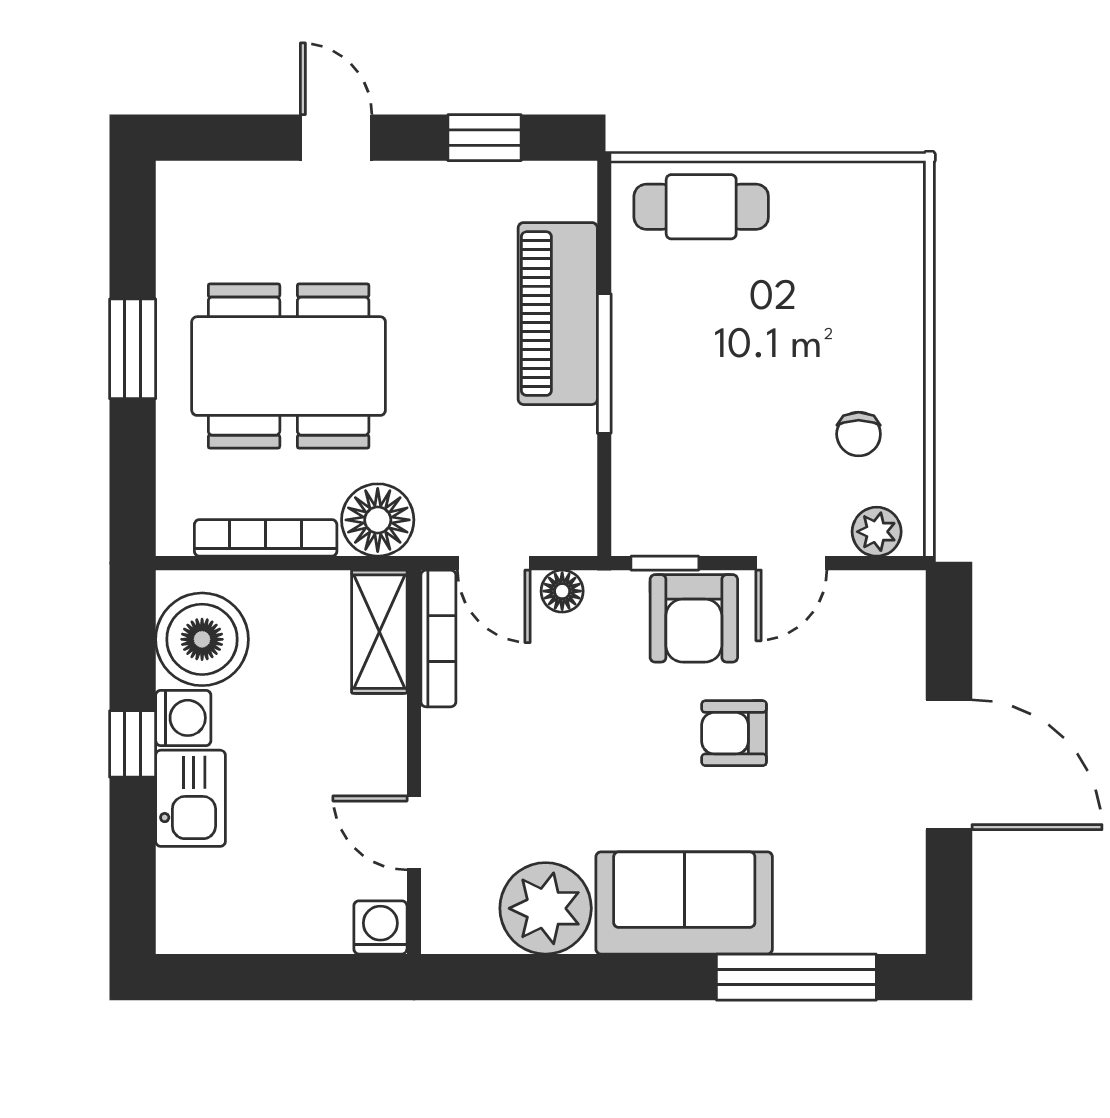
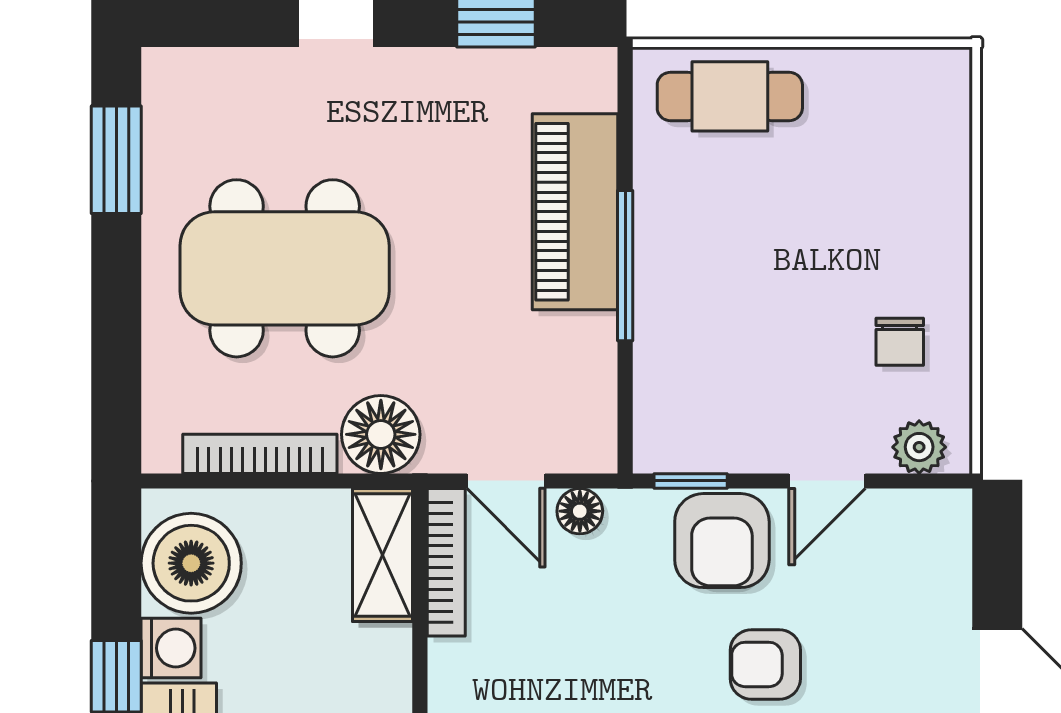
window: (133, 349) -> (116, 160), moved

